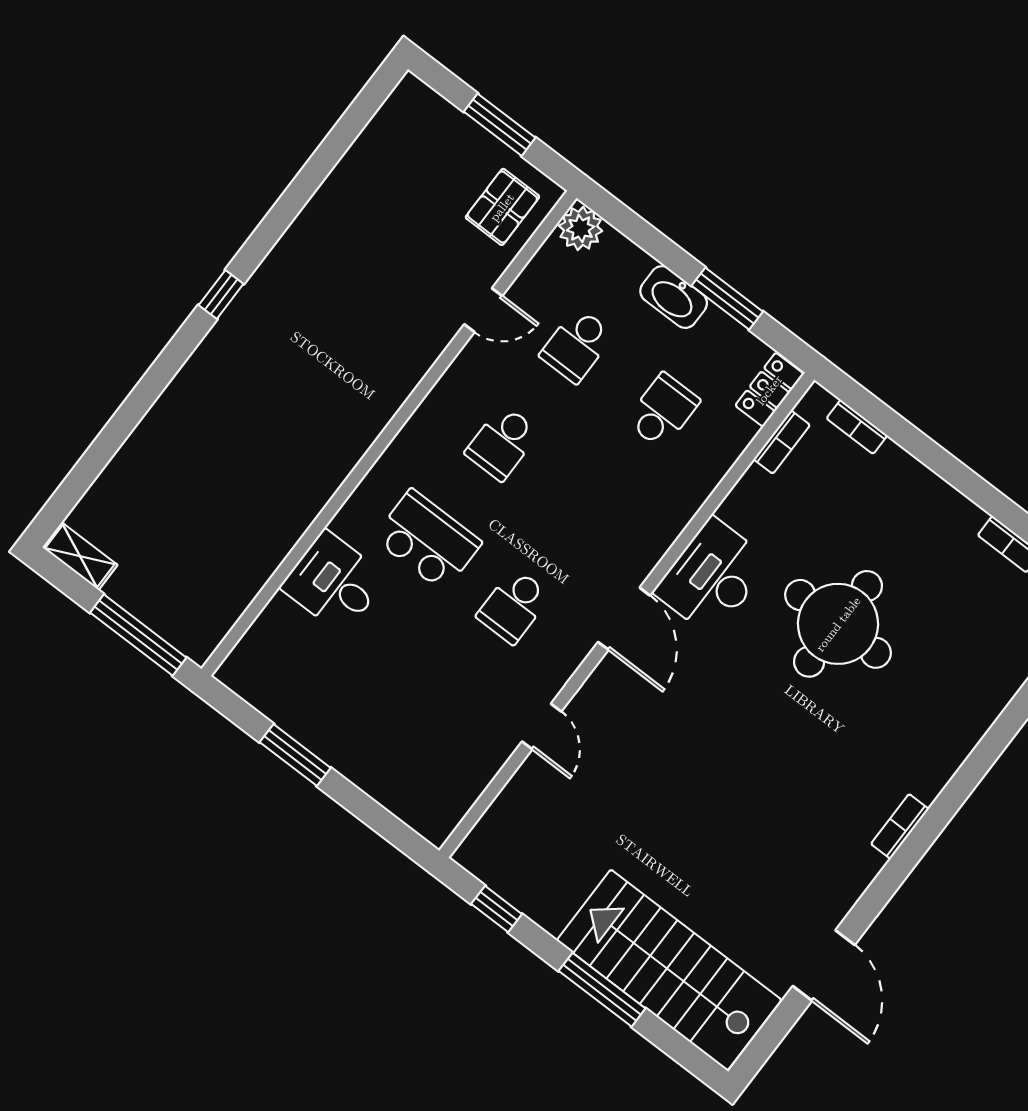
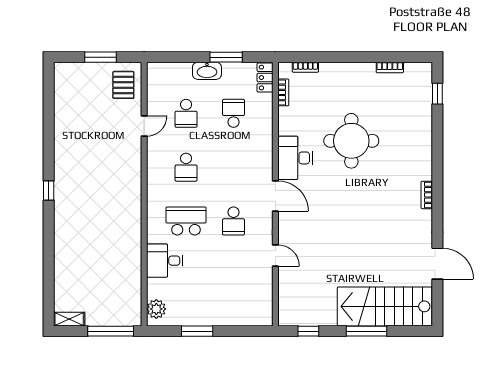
plant: (581, 228) -> (156, 309), moved

